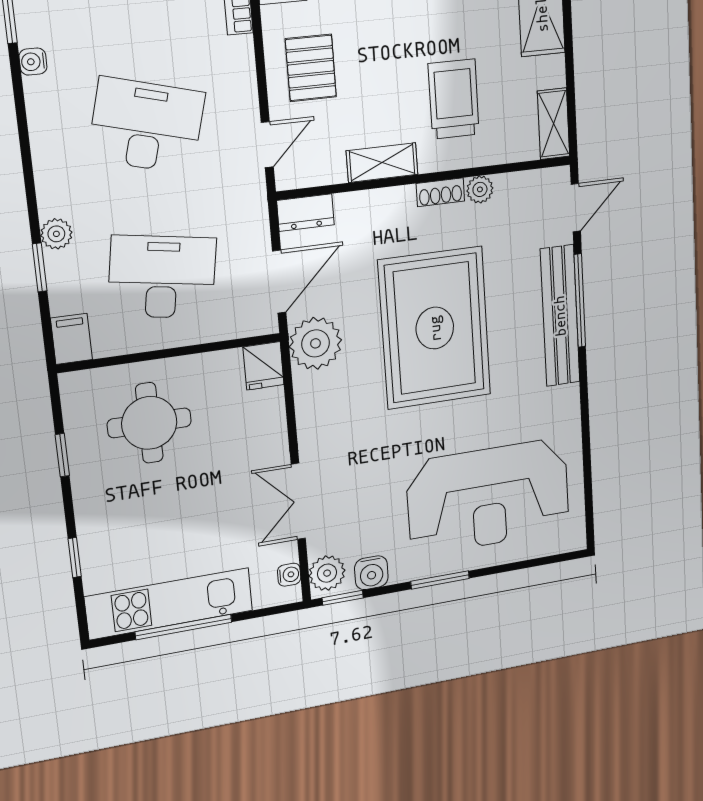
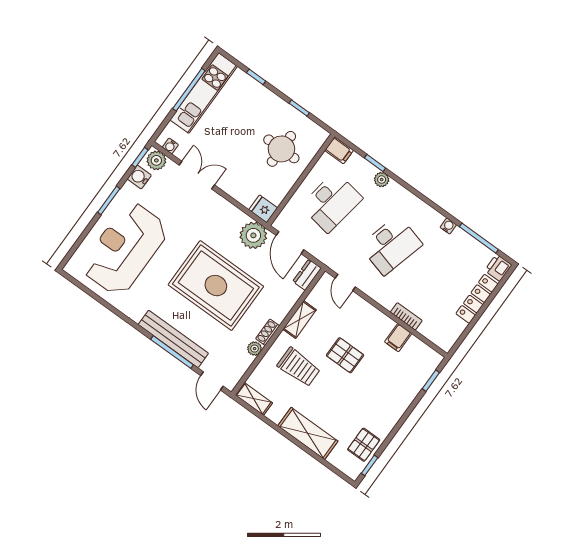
pallet: (311, 68) -> (345, 355), moved

